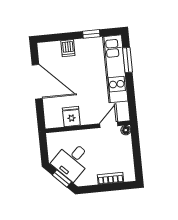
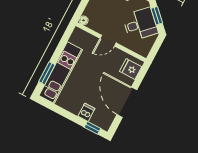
window: (91, 34) -> (93, 128), moved
fridge: (71, 117) -> (131, 69), moved, turned 90
door: (109, 125) -> (108, 41), moved

